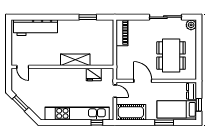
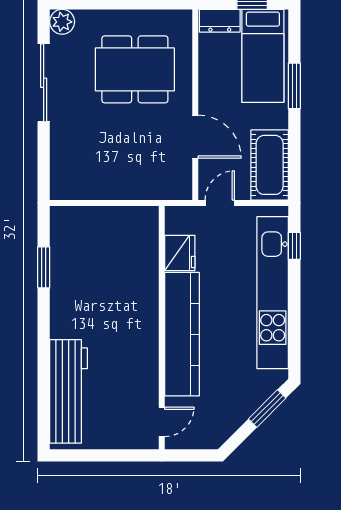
piano: (122, 33) -> (81, 186), removed
shelving: (75, 60) -> (145, 297), removed
kitchen counter: (60, 75) -> (182, 334), added
door: (143, 81) -> (195, 137), swing flipped
window: (20, 103) -> (267, 409), moved

